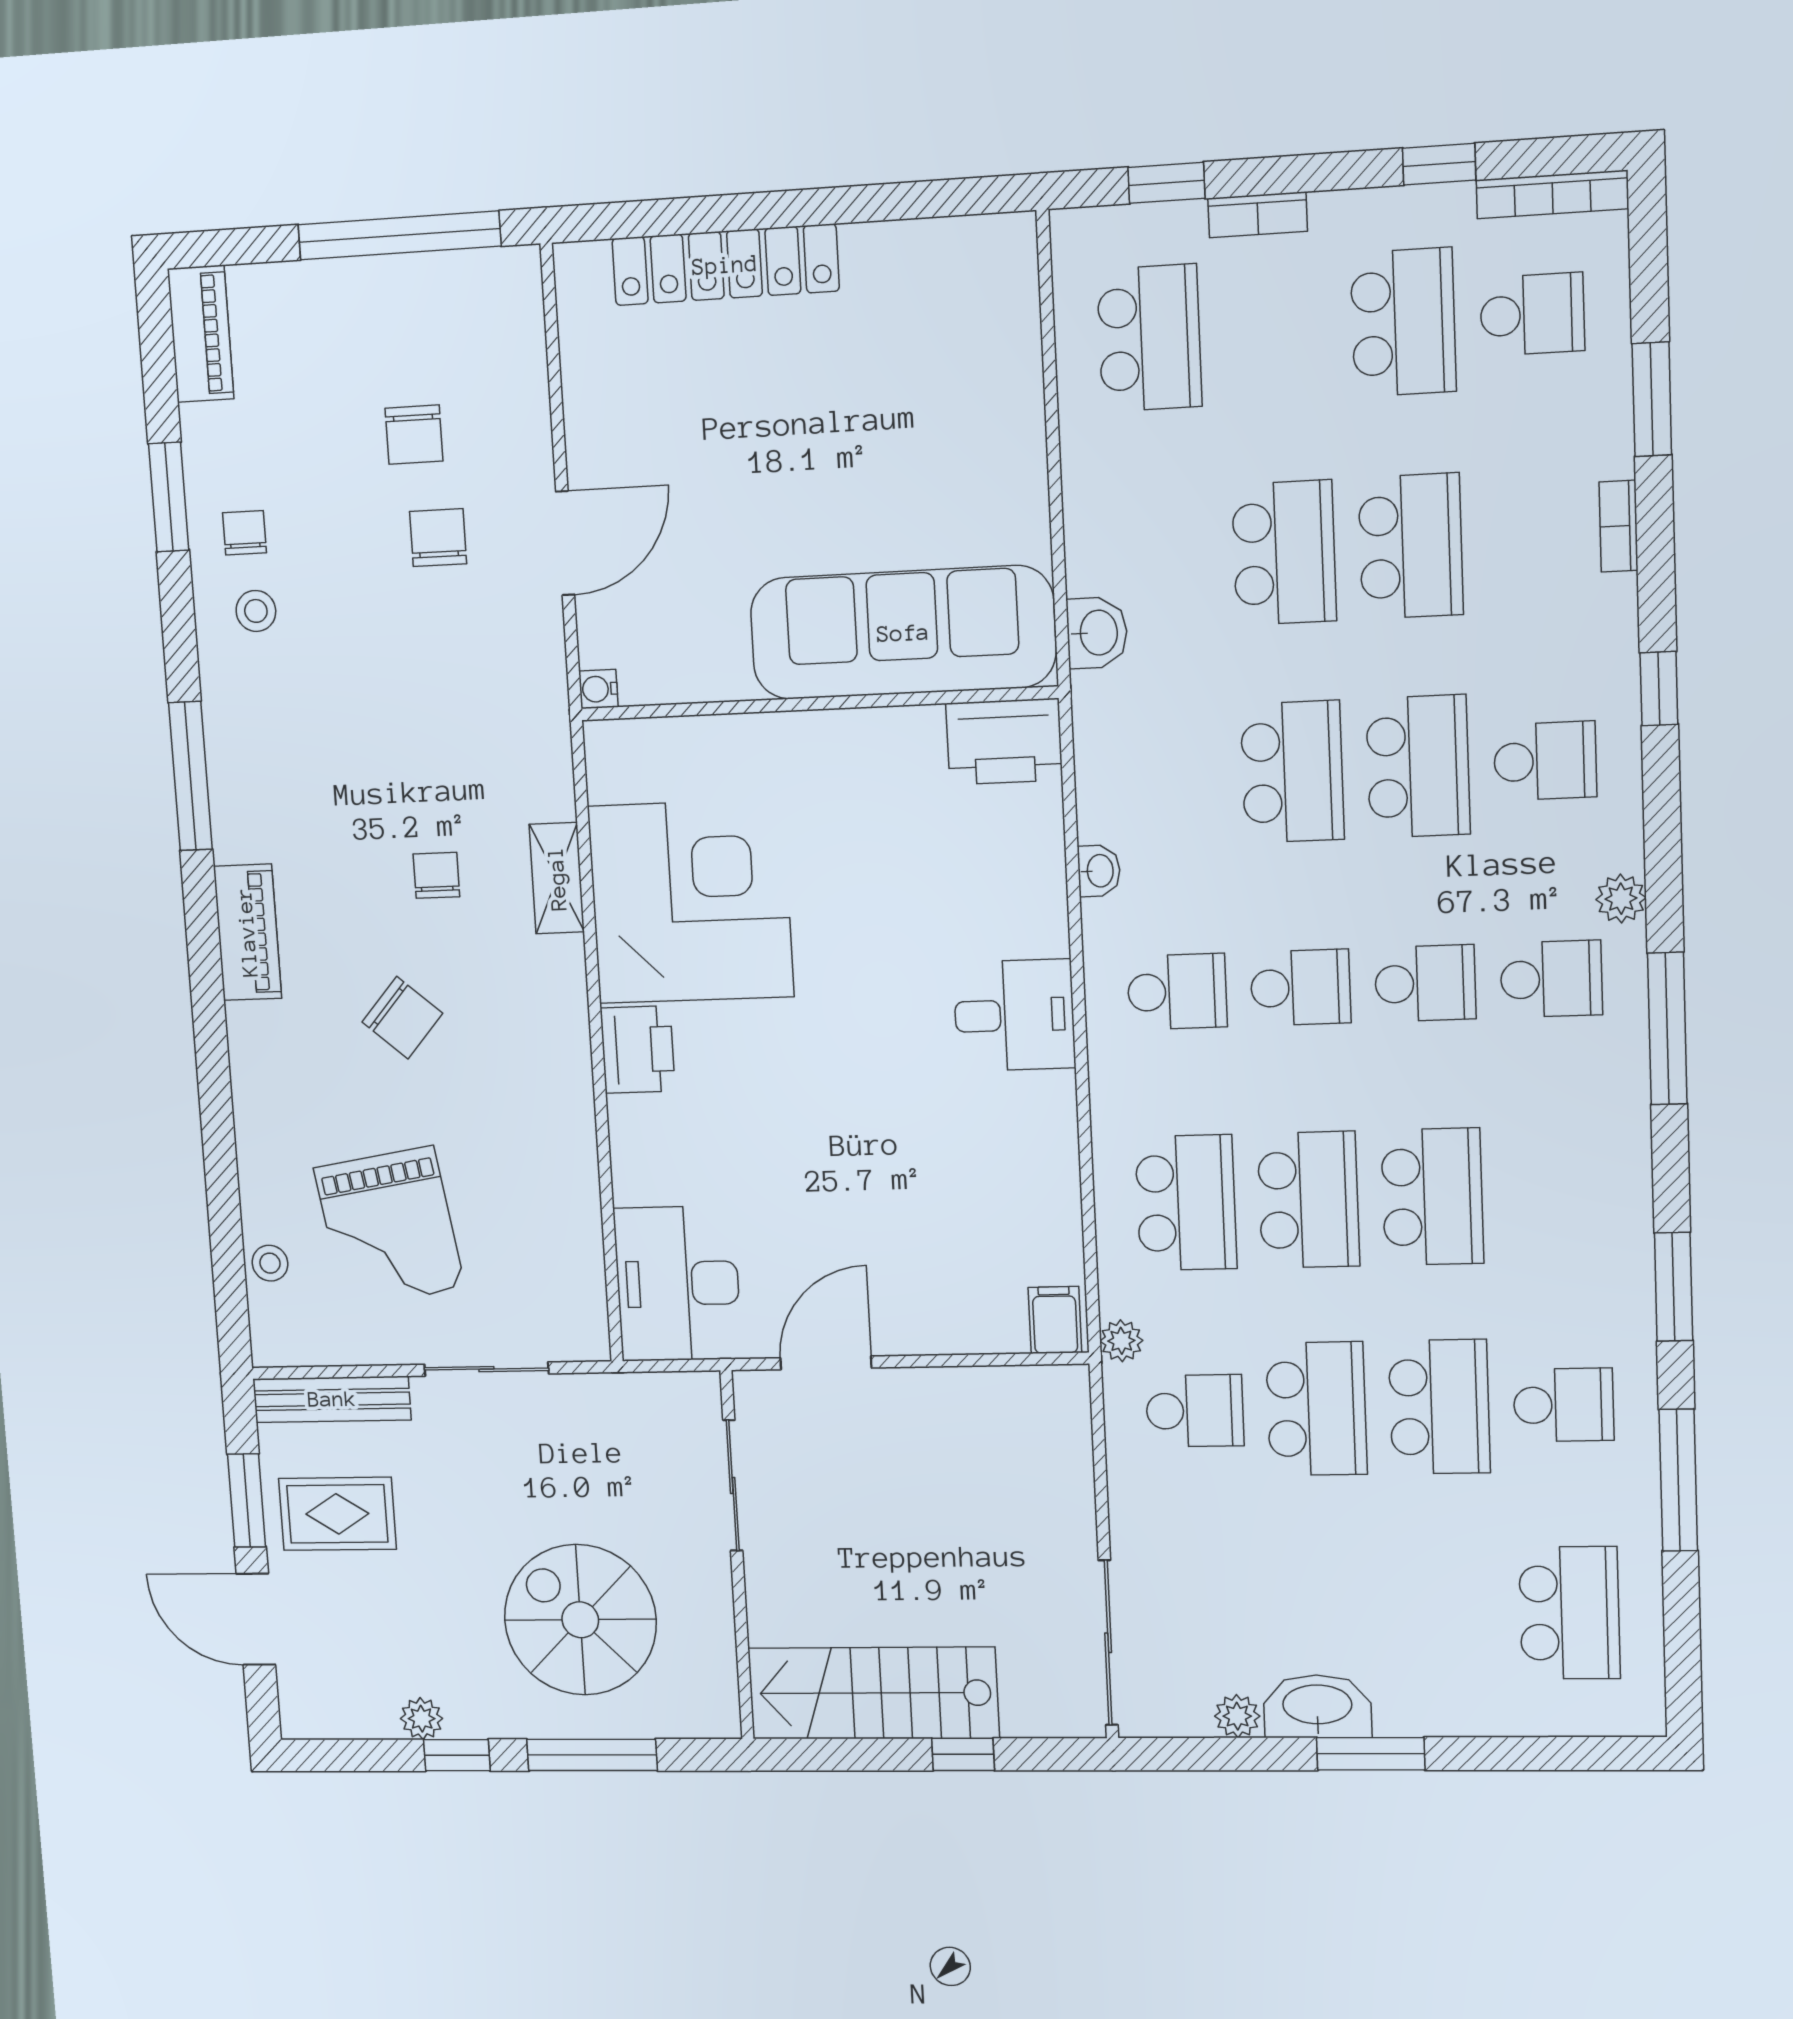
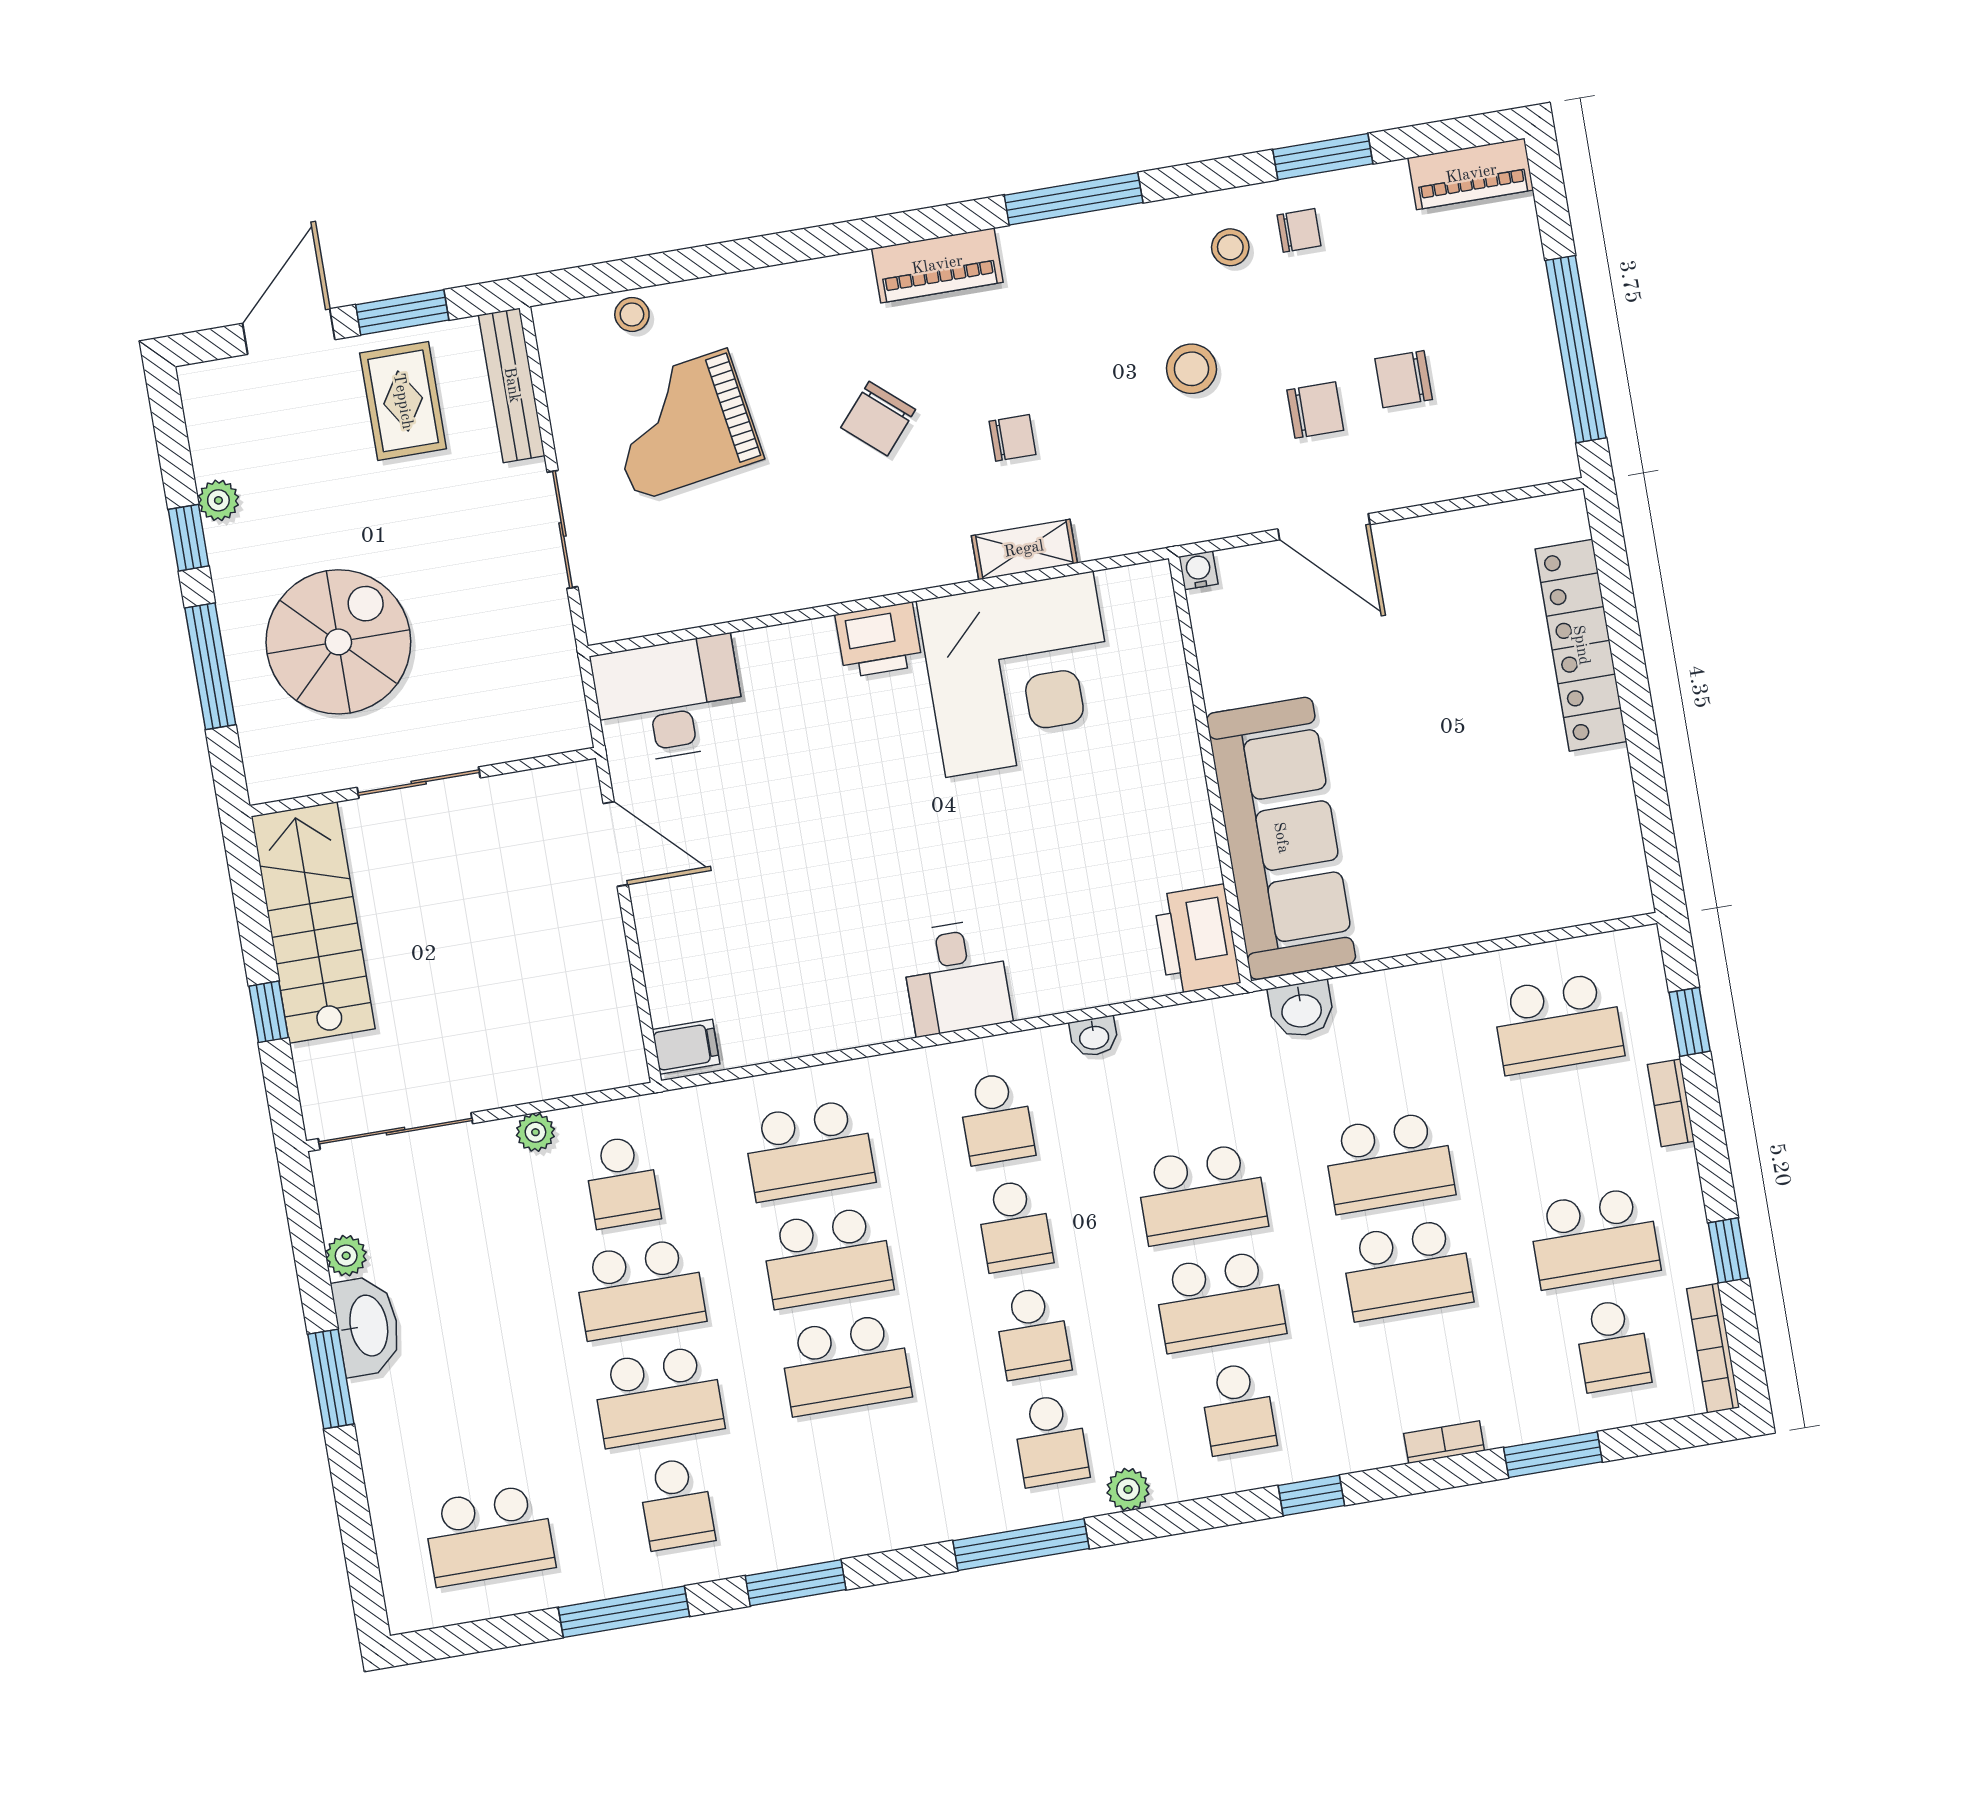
stool: (381, 670) -> (1191, 369), added
plant: (1121, 1341) -> (535, 1132), moved
sliding door: (733, 1485) -> (419, 783), moved

